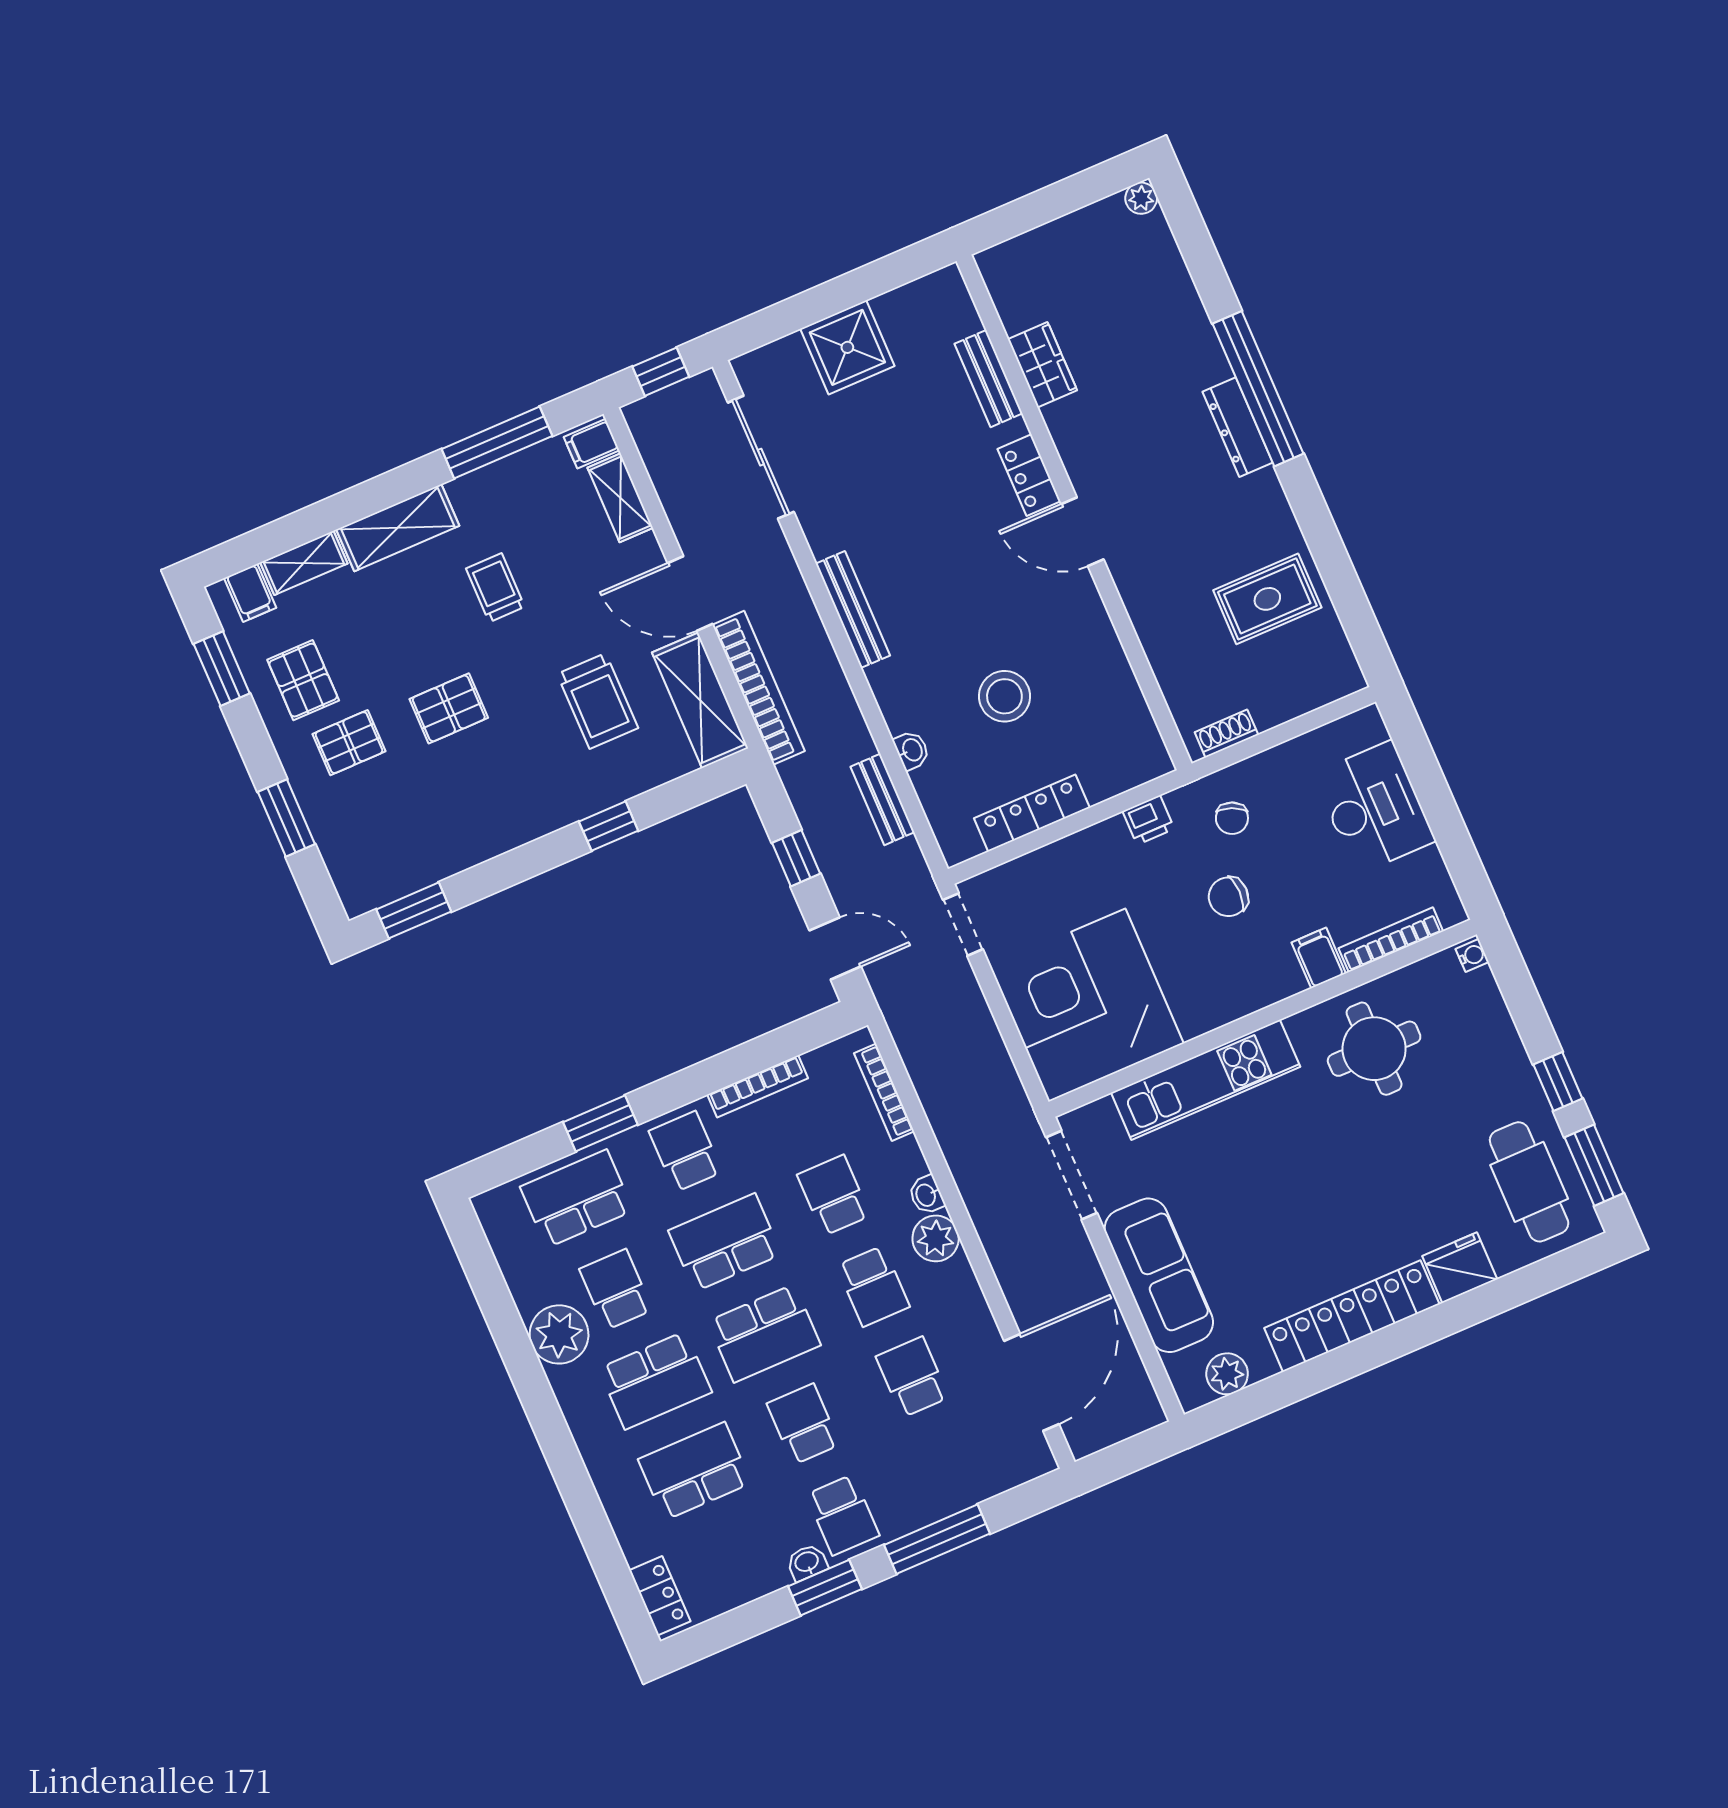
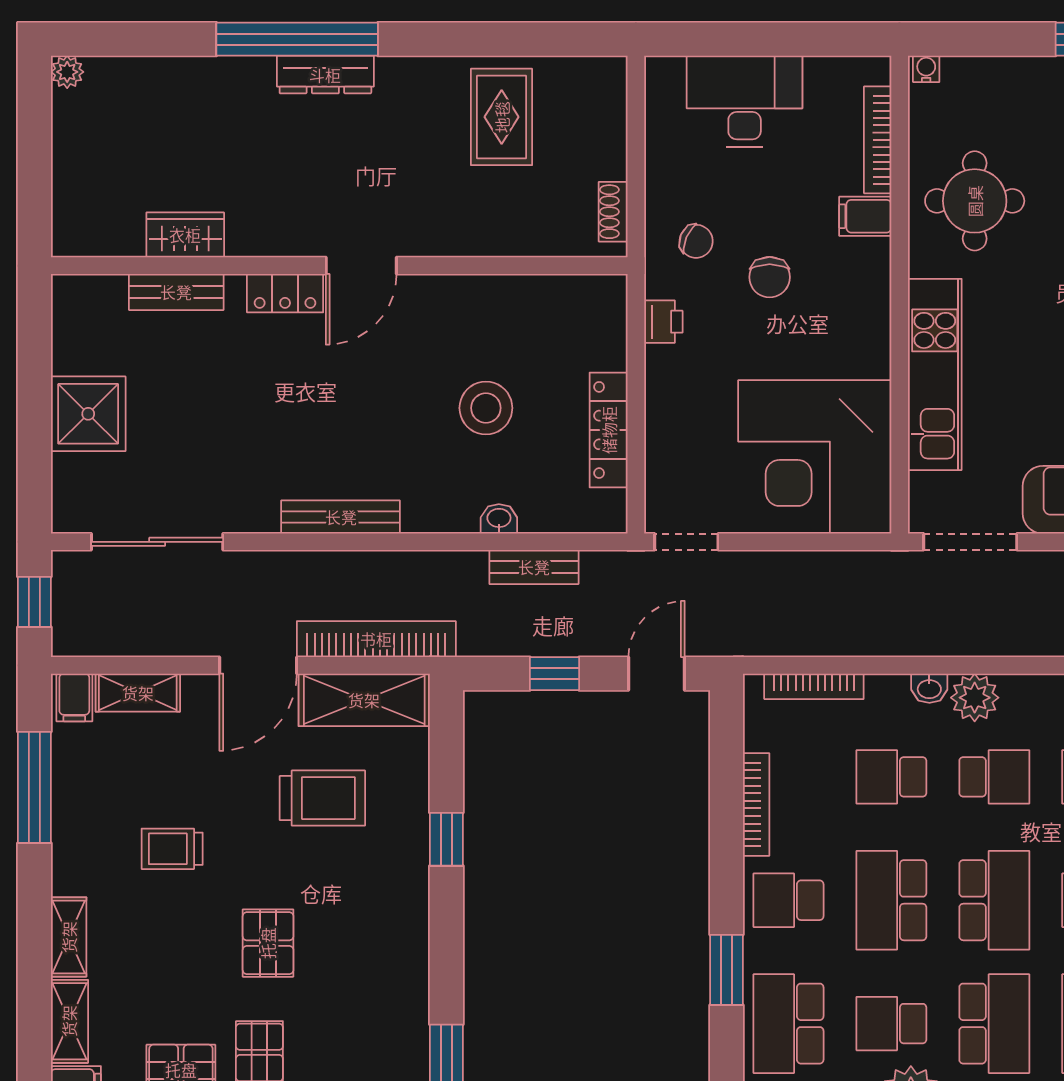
shelving: (398, 528) -> (69, 937), width x0.67, depth x0.75

